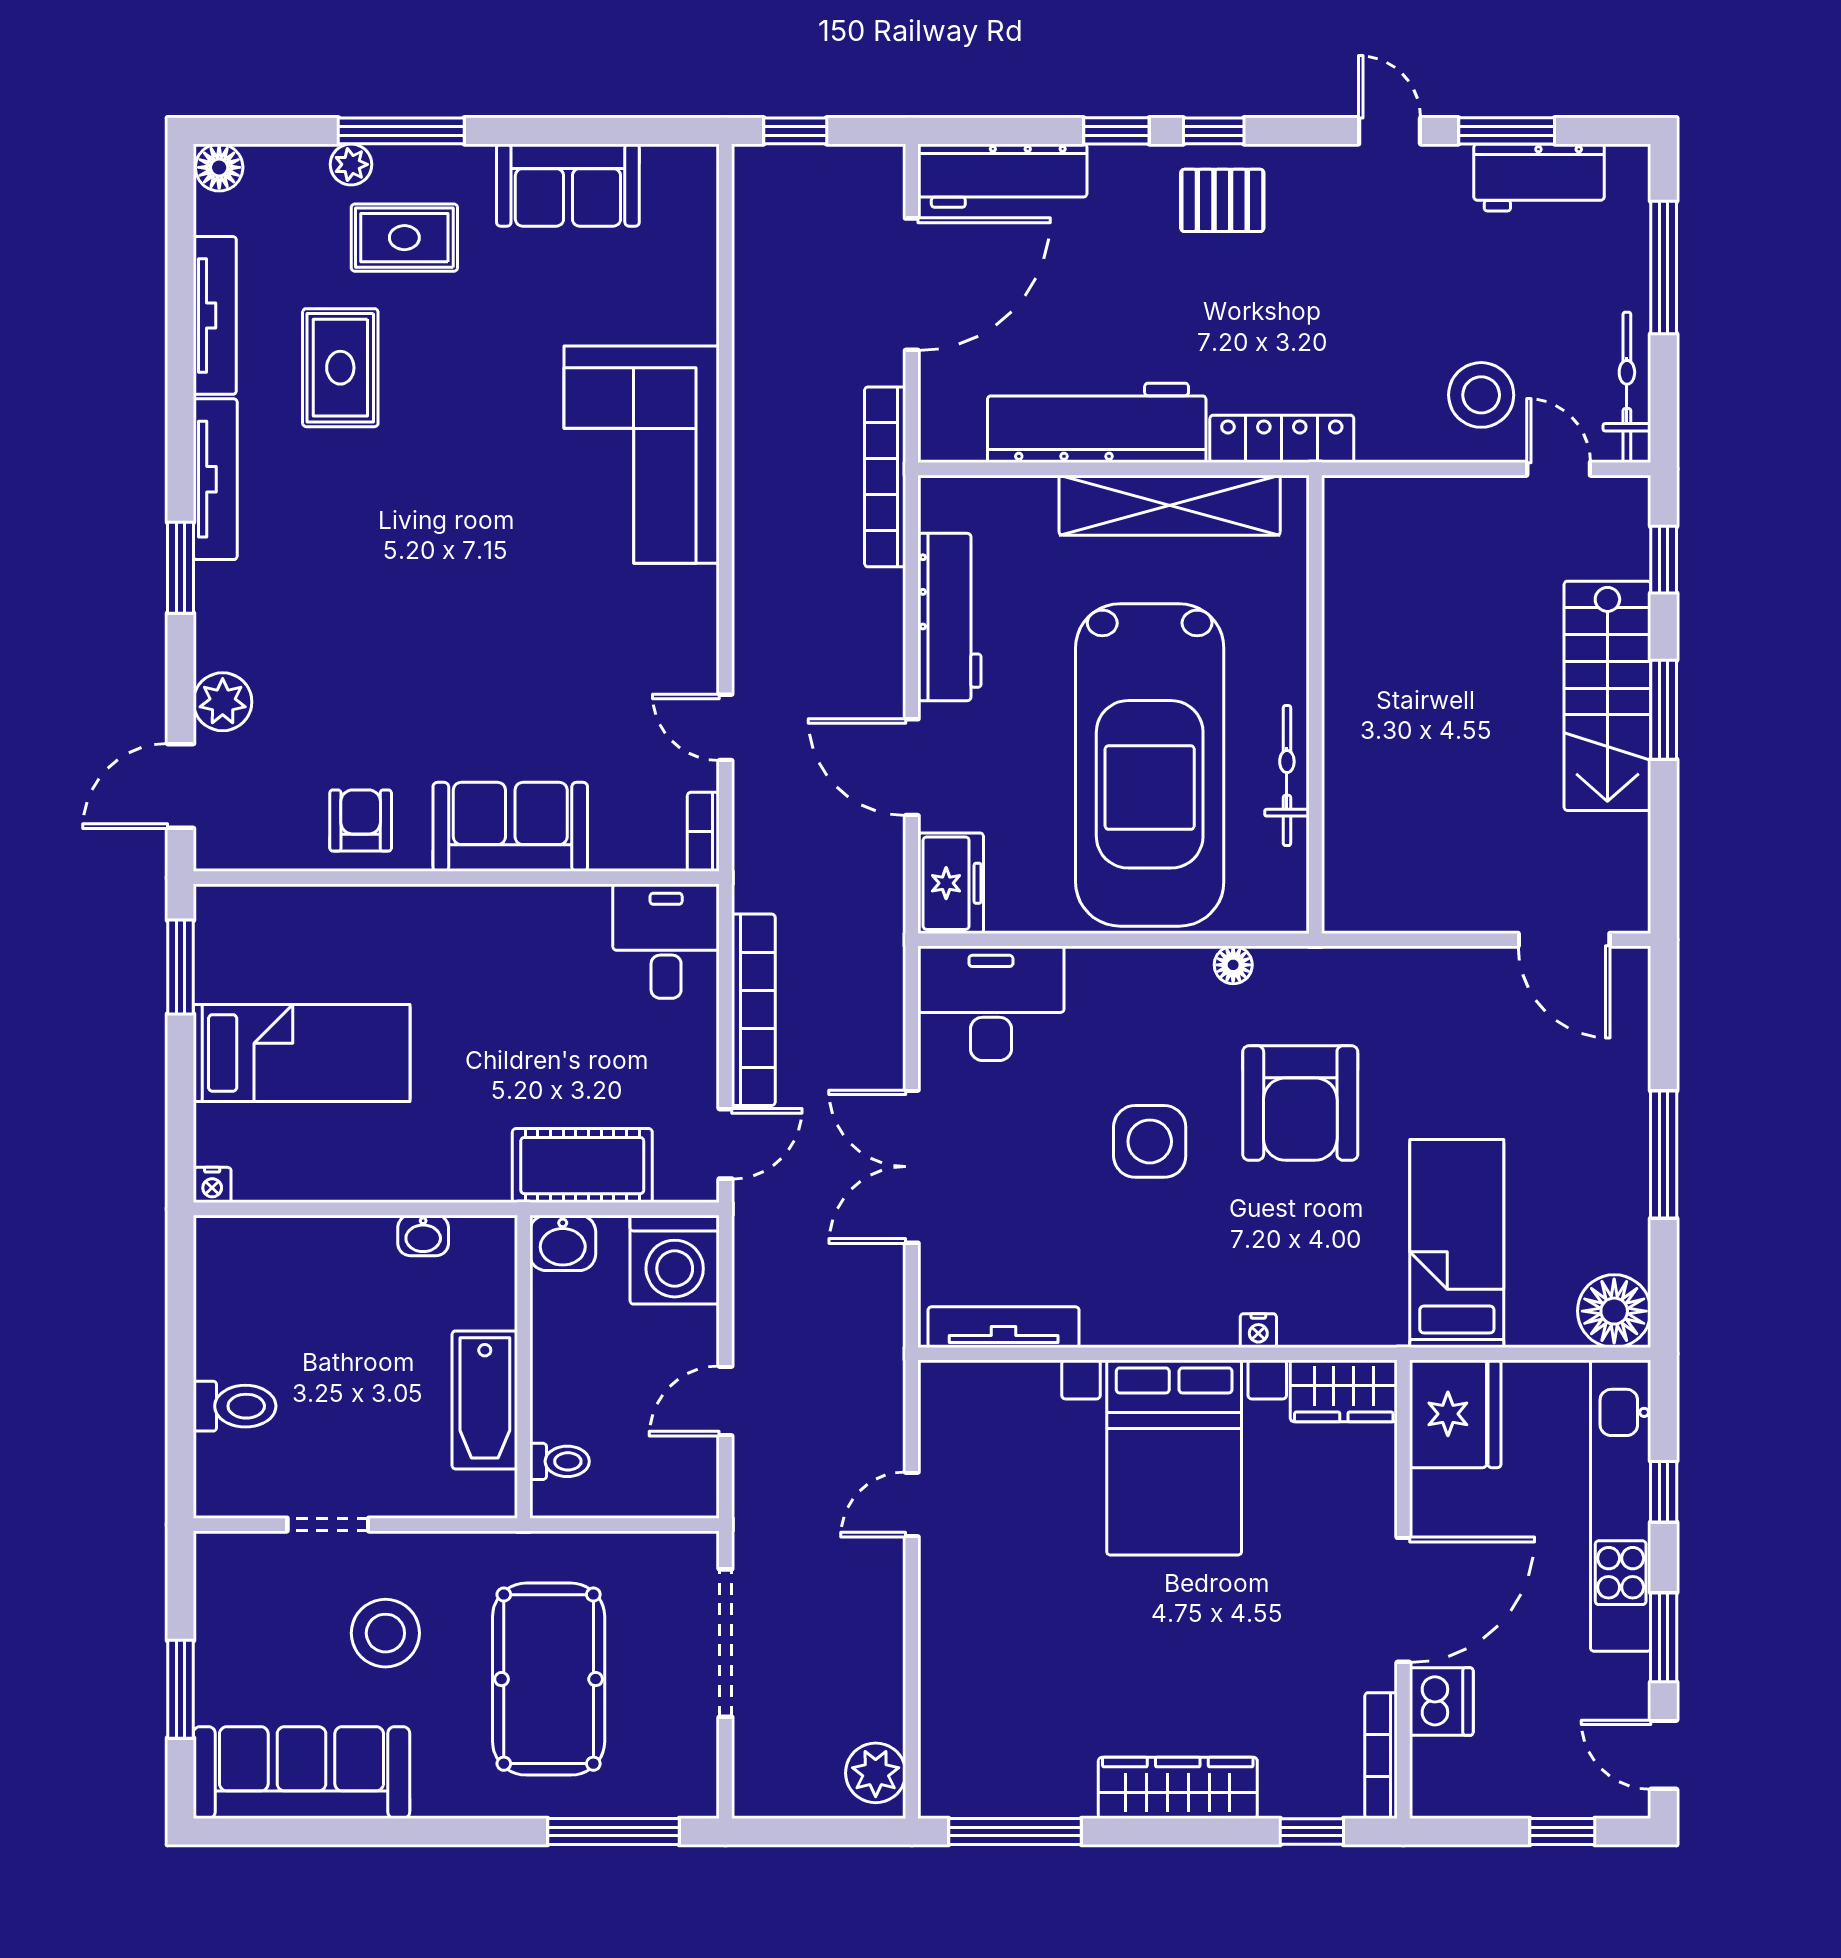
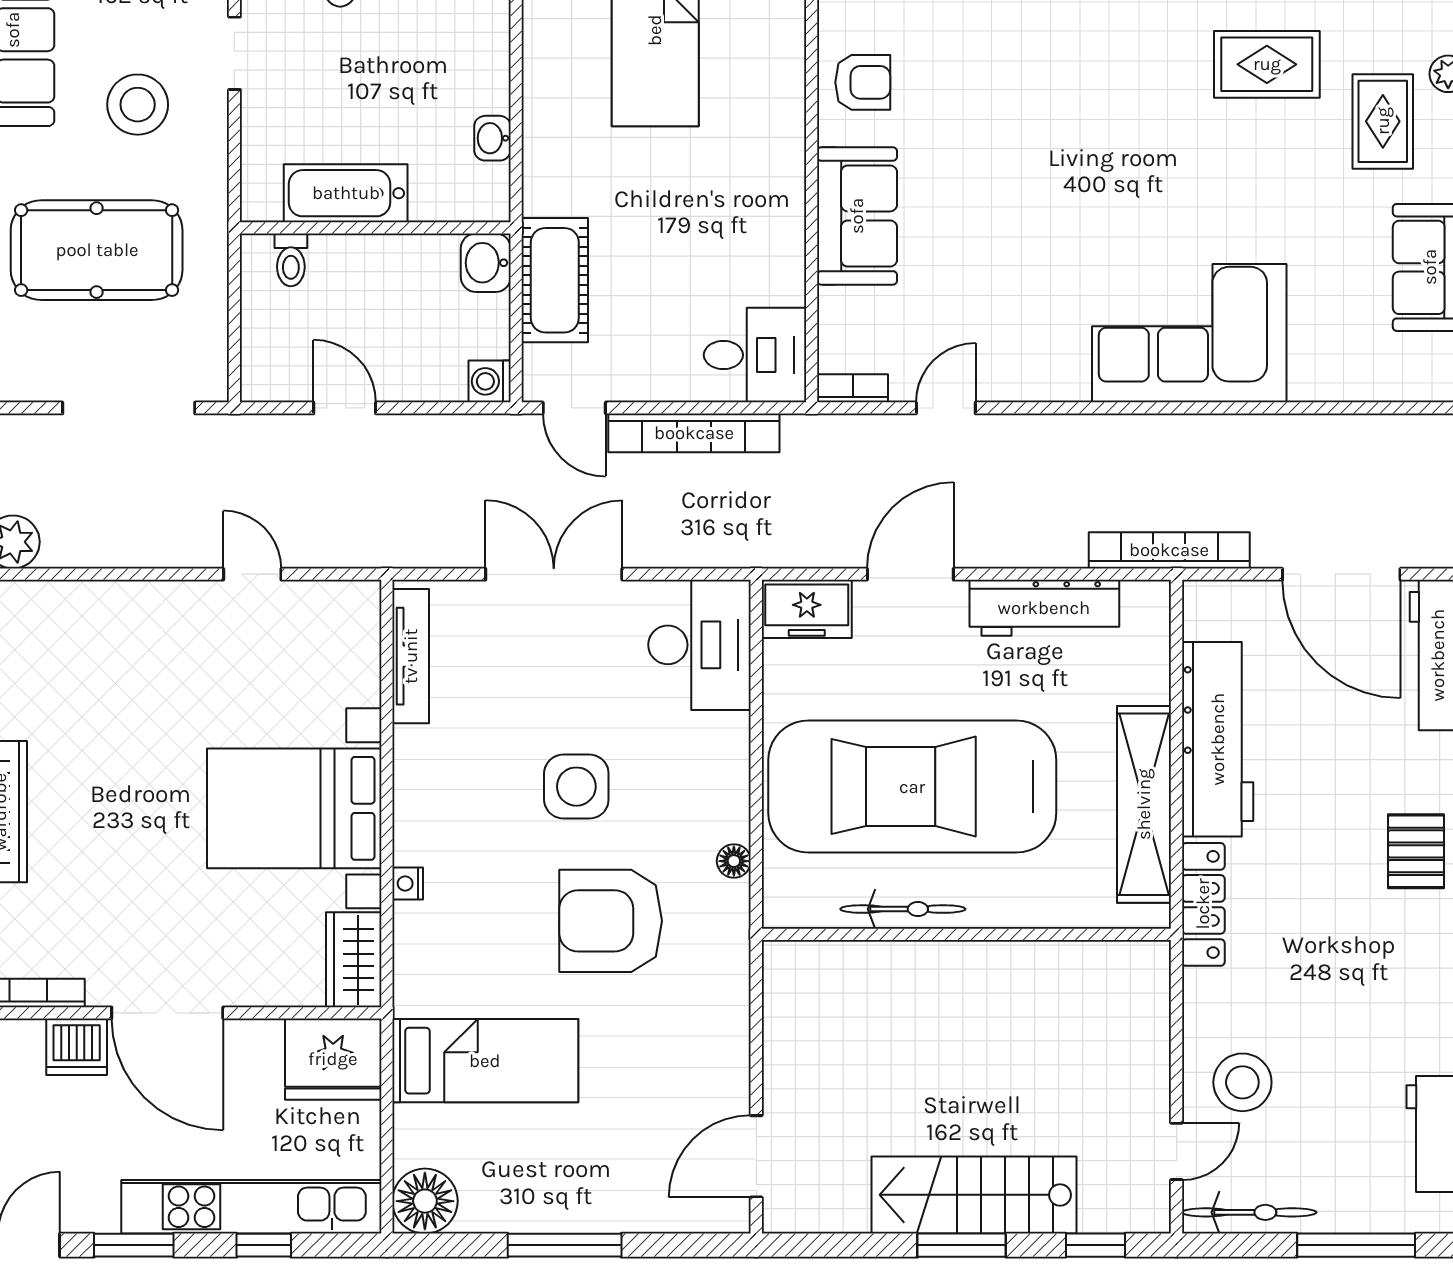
washing machine: (675, 1260) -> (490, 381), width x0.53, depth x0.53

